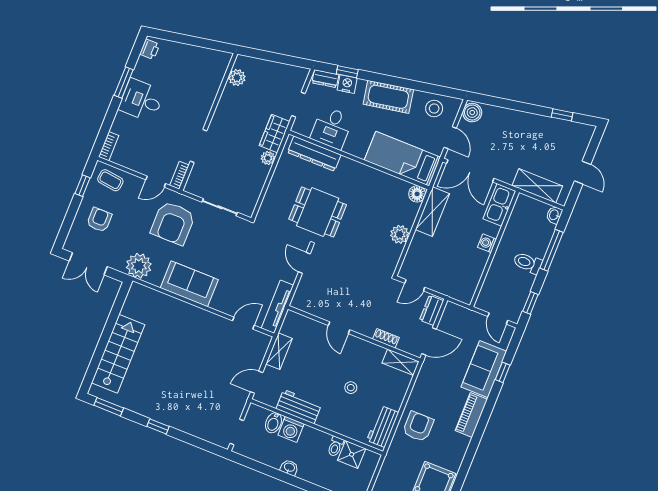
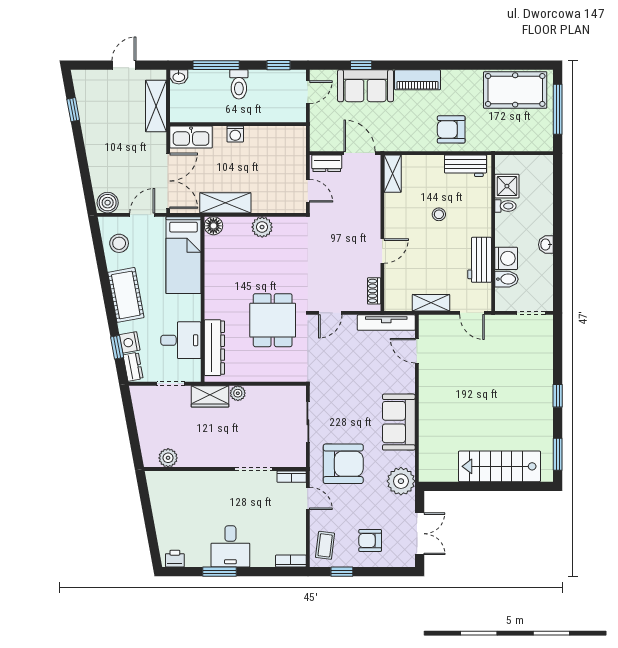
shoe rack: (386, 338) -> (374, 291), moved

